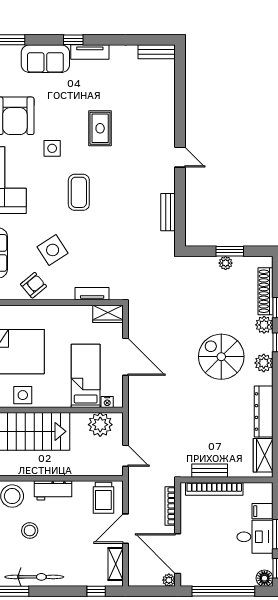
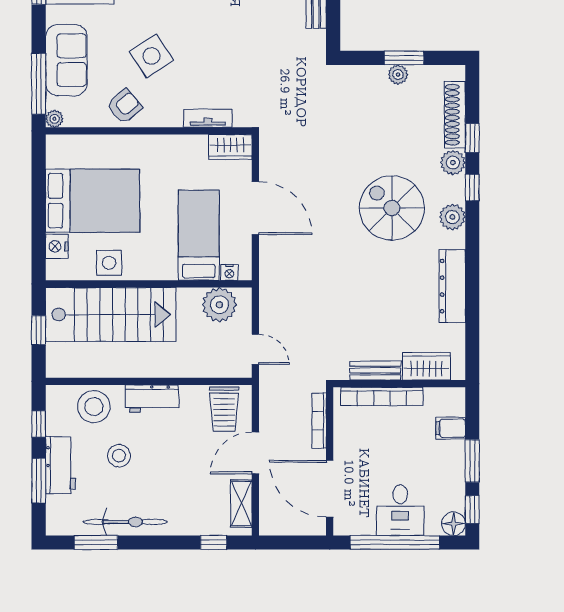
wardrobe: (263, 455) -> (427, 366), moved, turned 90
desk: (255, 537) -> (400, 510), moved, turned 90
plant: (169, 580) -> (317, 526), removed

